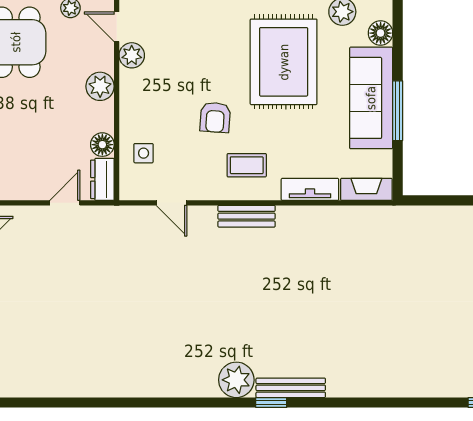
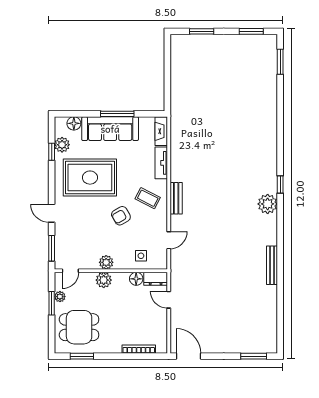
plant: (132, 55) -> (106, 262), moved
armchair: (215, 117) -> (121, 216), turned 146
coffee table: (247, 165) -> (148, 198), turned -63
bench: (291, 388) -> (272, 265), moved

